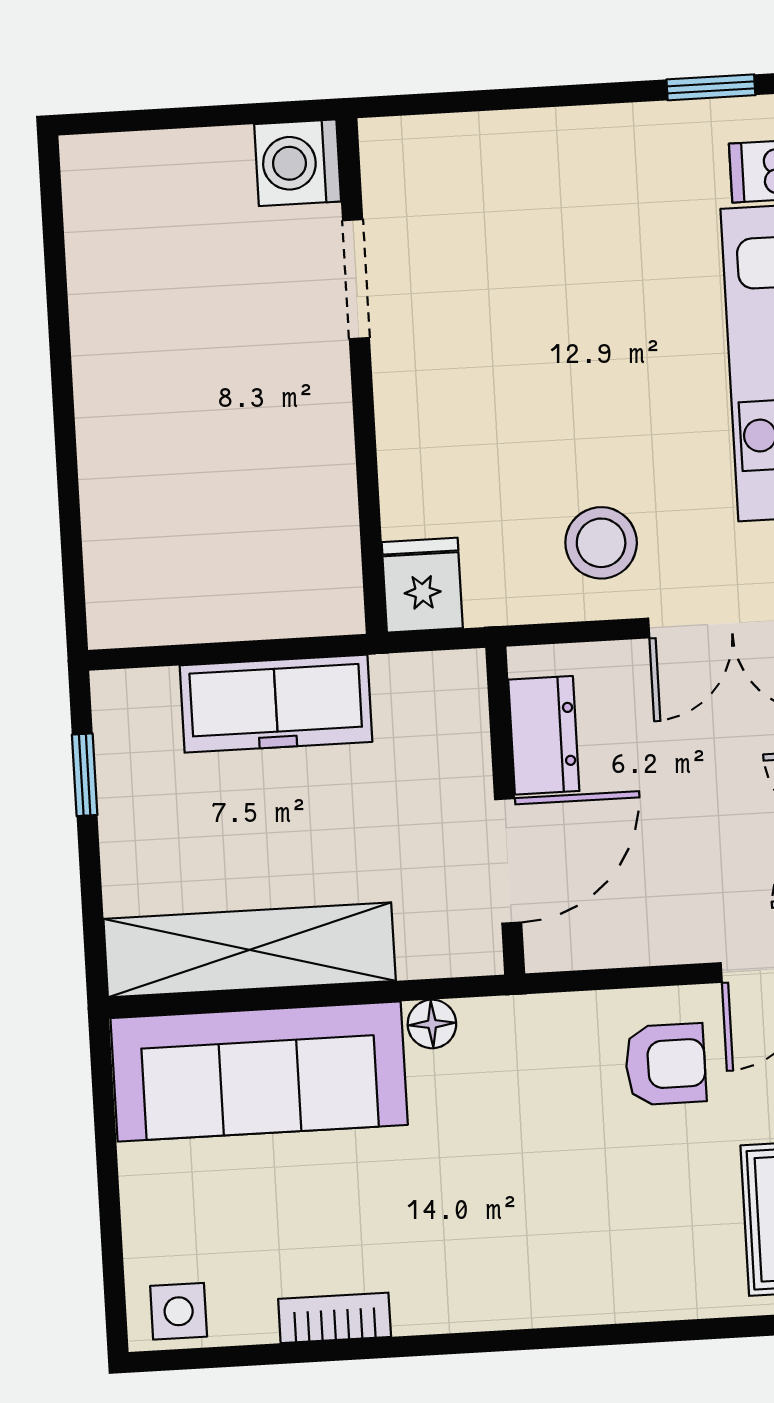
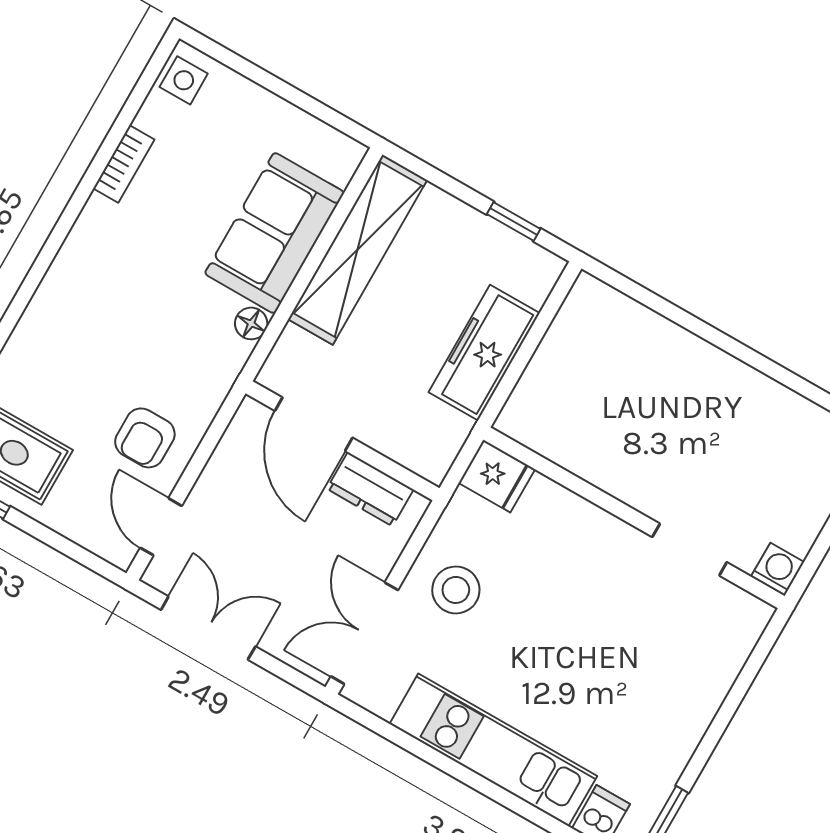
washing machine: (298, 163) -> (778, 569), width x0.73, depth x0.73
sofa: (259, 1072) -> (274, 233), width x0.73

